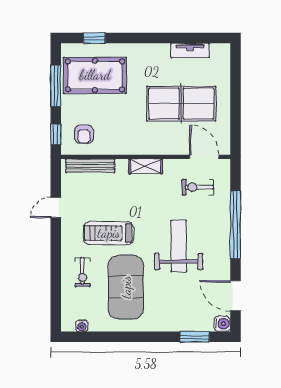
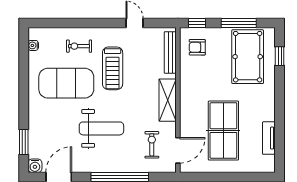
shelving: (146, 166) -> (168, 100), width x1.50, depth x1.33
treadmill: (109, 233) -> (113, 68), turned 180

